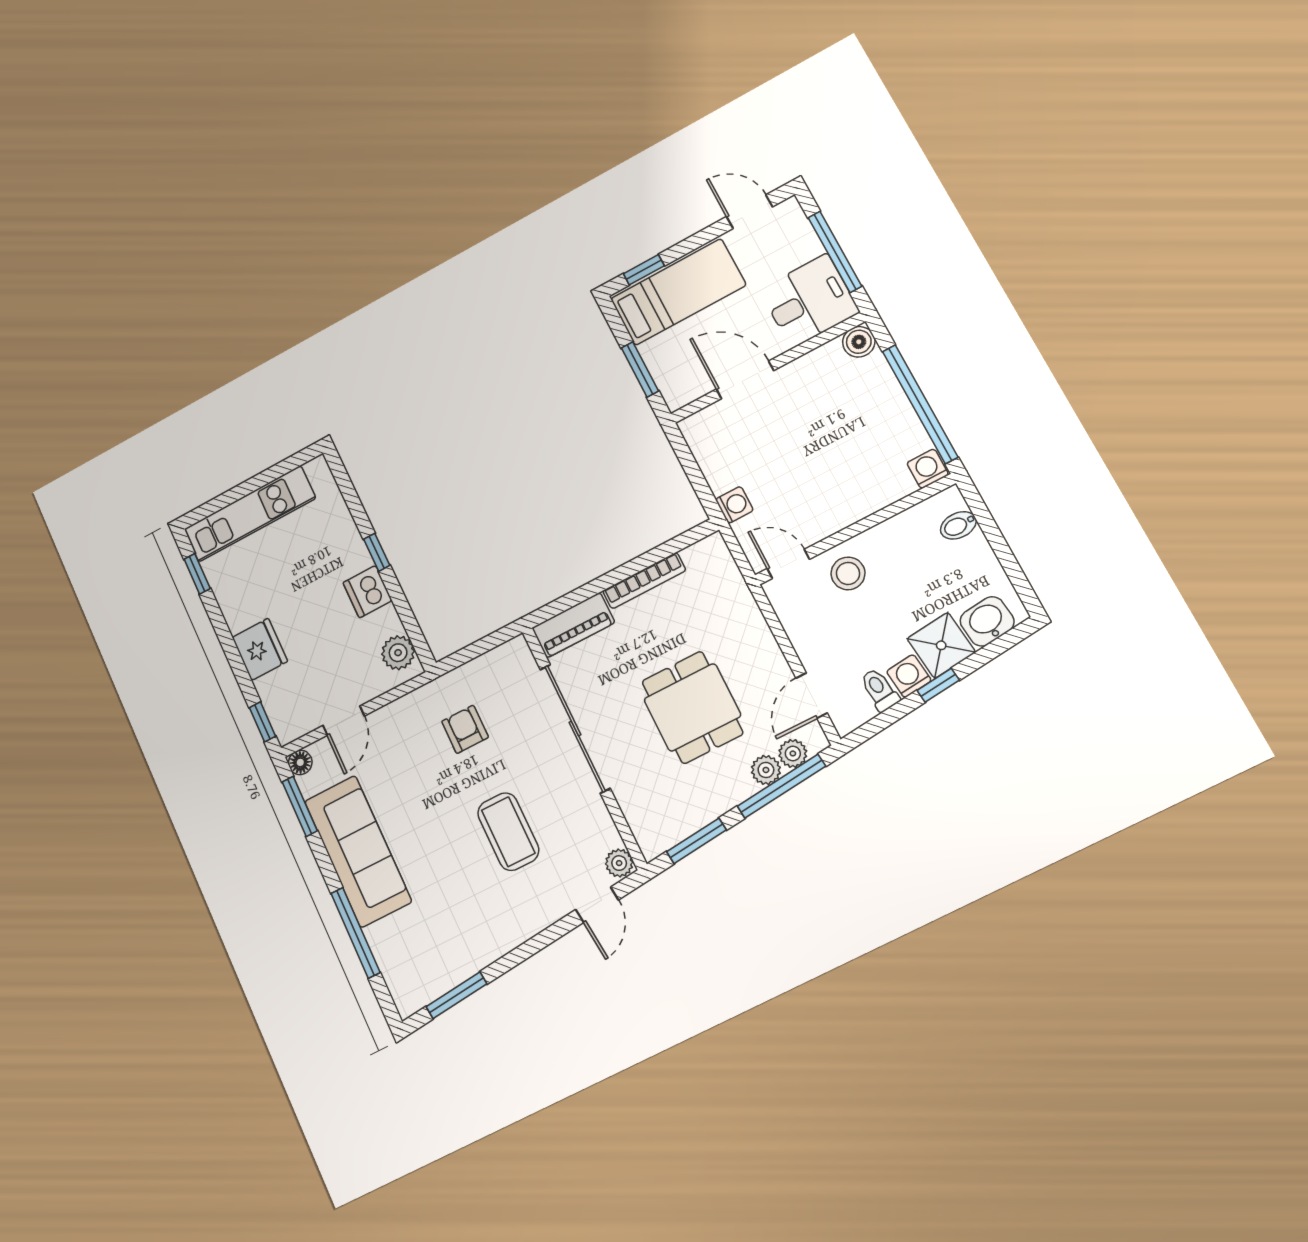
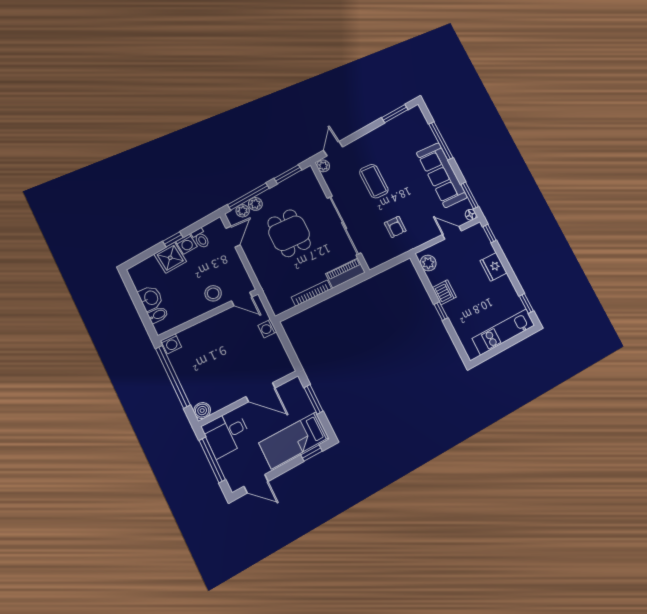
washbasin: (987, 621) -> (151, 298), moved, turned -84
door: (344, 721) -> (452, 233), hinge flipped

